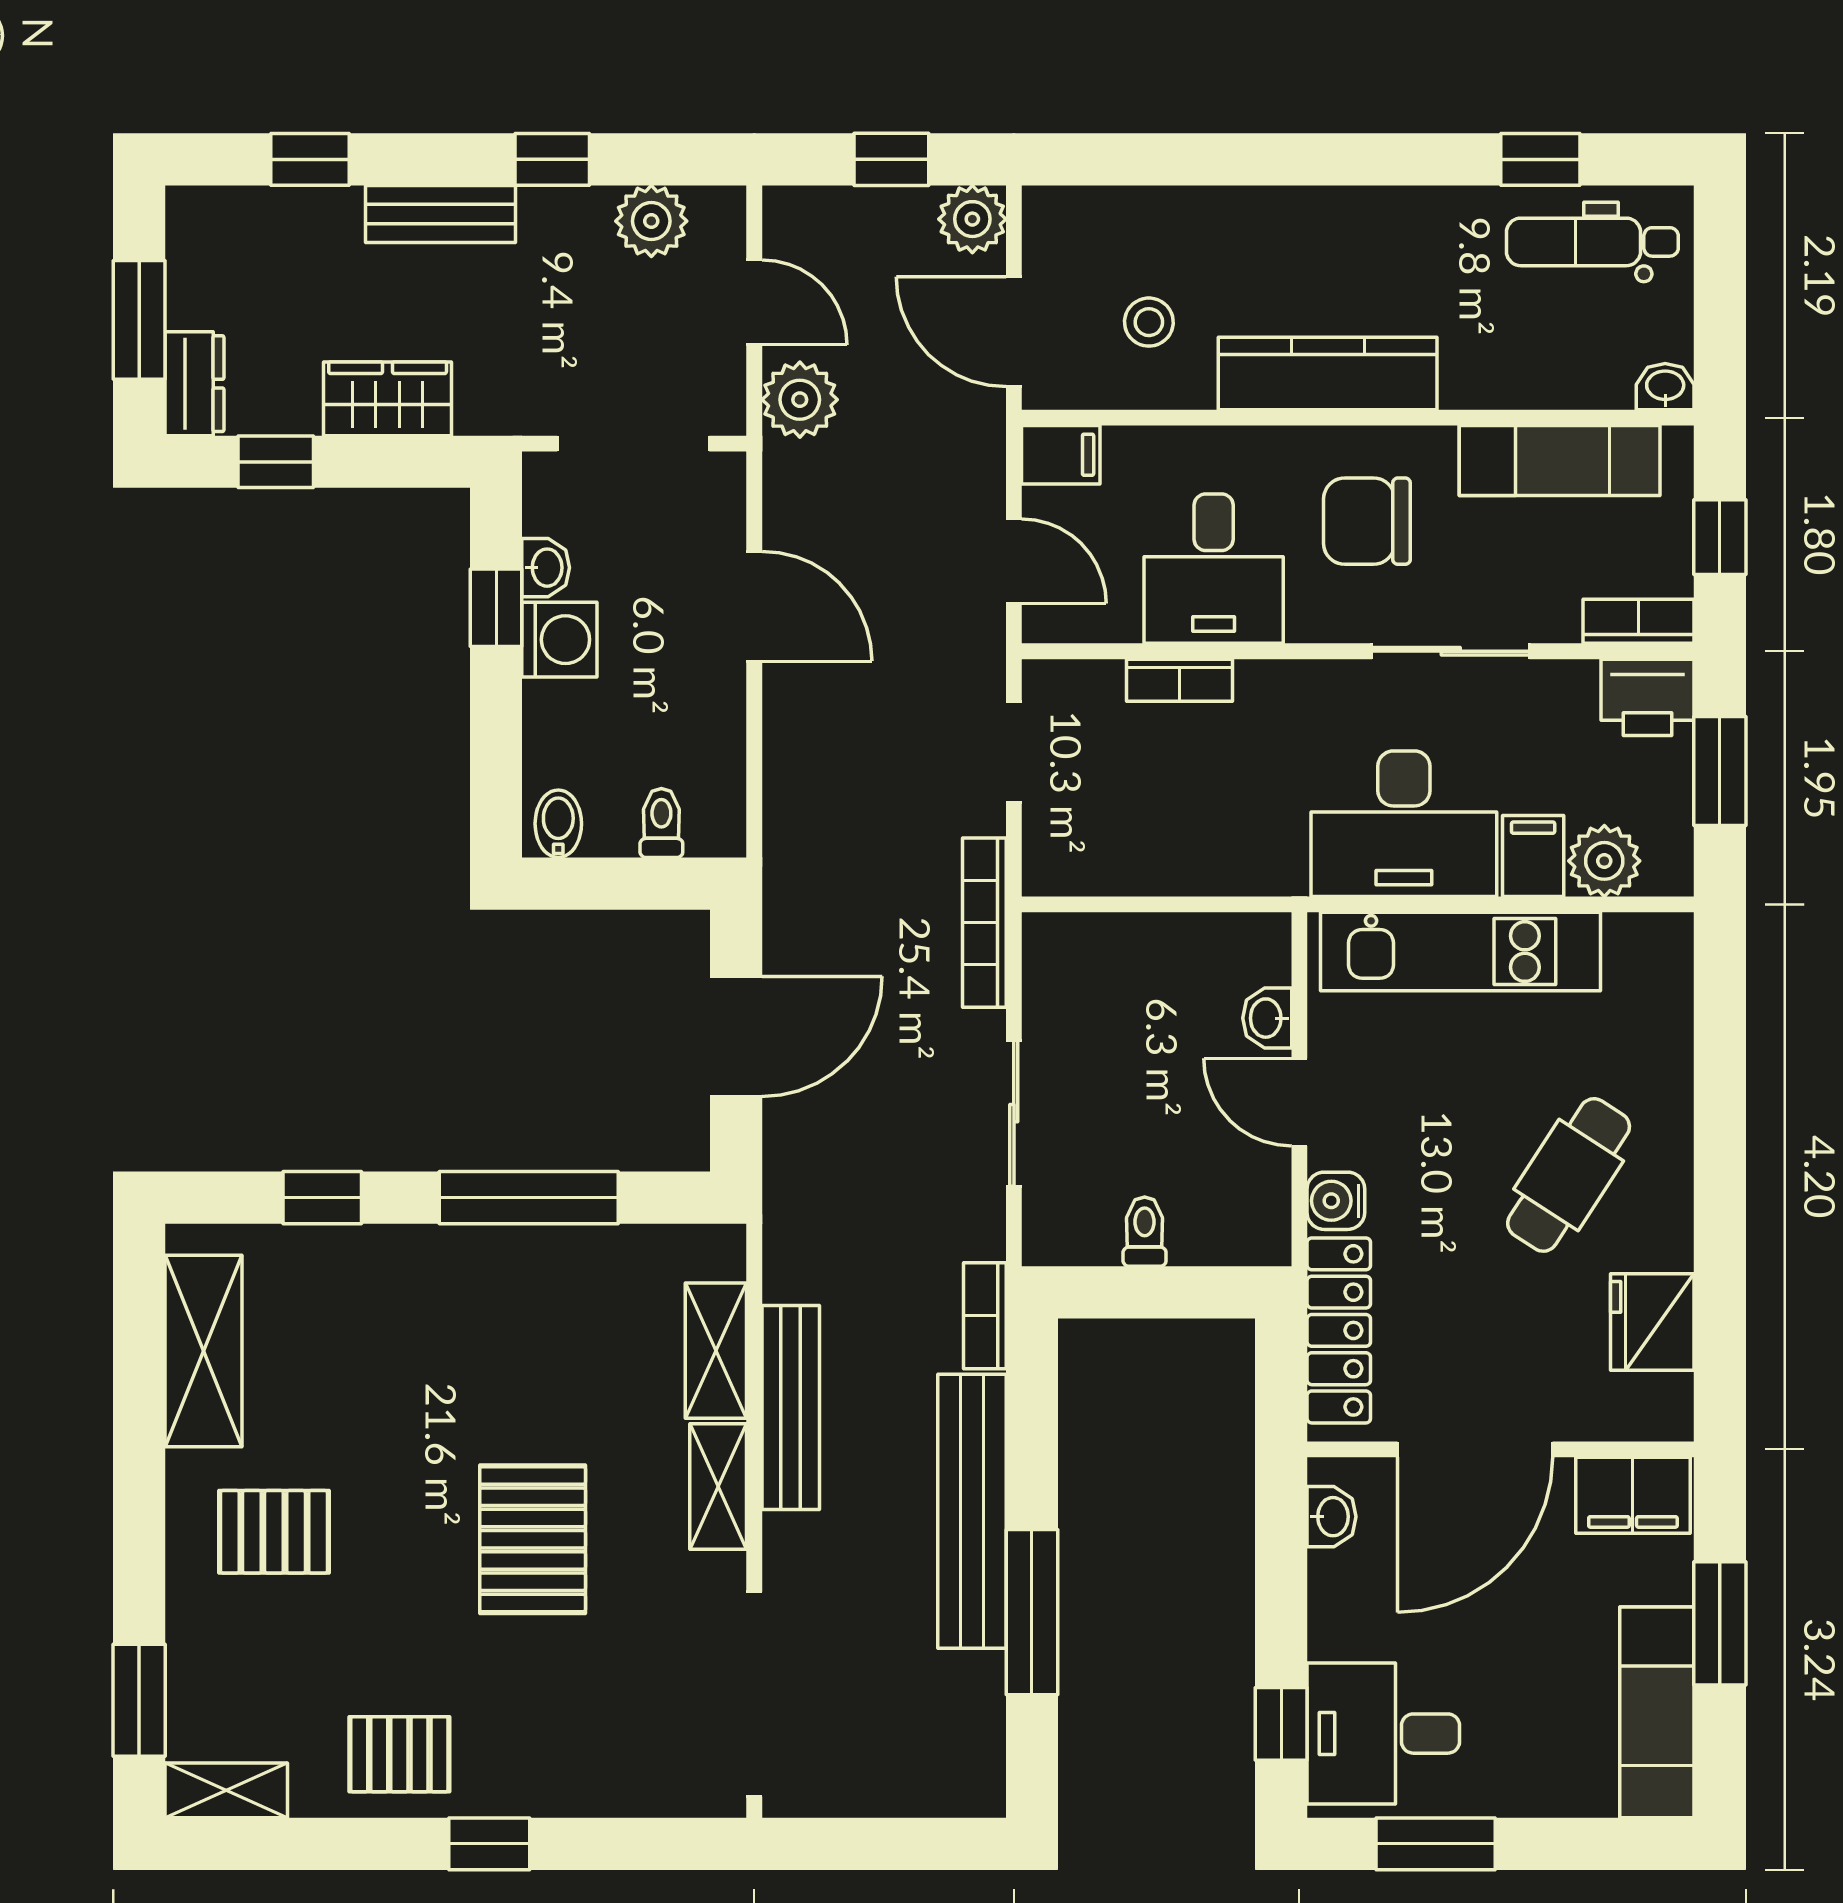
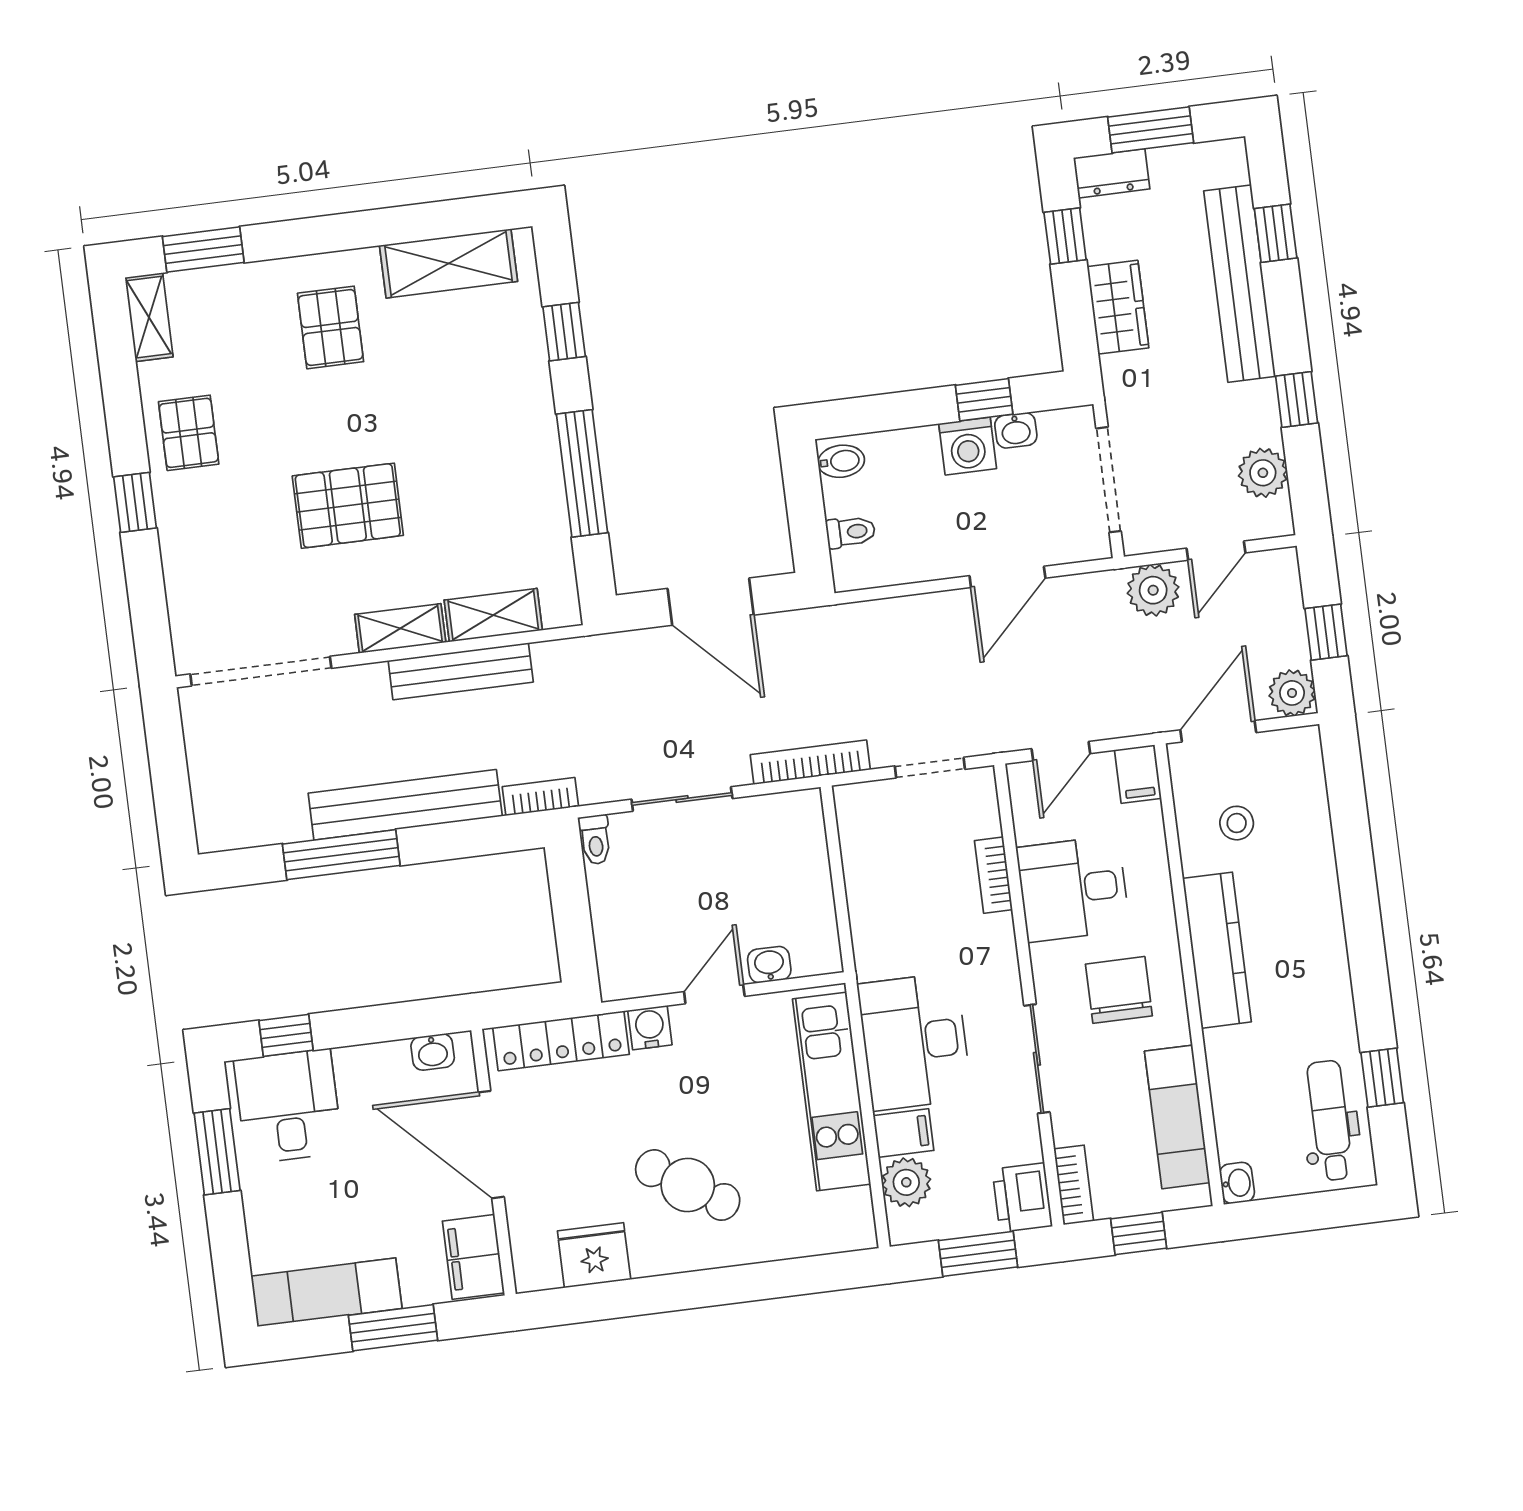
bench: (441, 214) -> (1240, 284), width x1.86, depth x1.21
toilet: (1145, 1232) -> (595, 840), moved, turned 90

